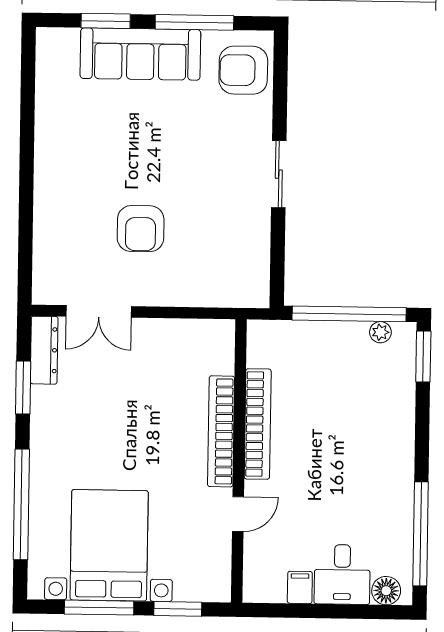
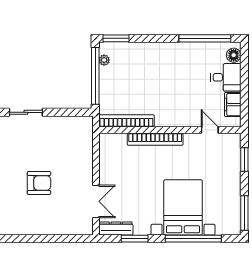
armchair: (141, 229) -> (39, 183), moved
bookcase: (258, 424) -> (126, 121), moved
door: (238, 514) -> (210, 130), moved
bed with nightstands: (109, 545) -> (183, 207), moved, turned 90
filing cabinet: (300, 587) -> (233, 105), width x2.00
window: (99, 608) -> (244, 213), moved

